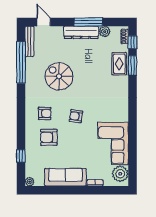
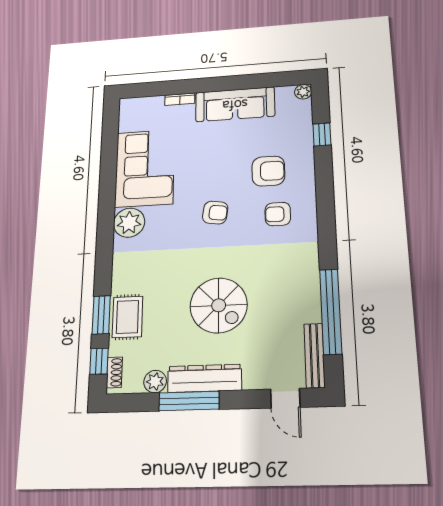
spiral stairs: (59, 76) -> (219, 305), moved
plant: (120, 174) -> (129, 223), moved

